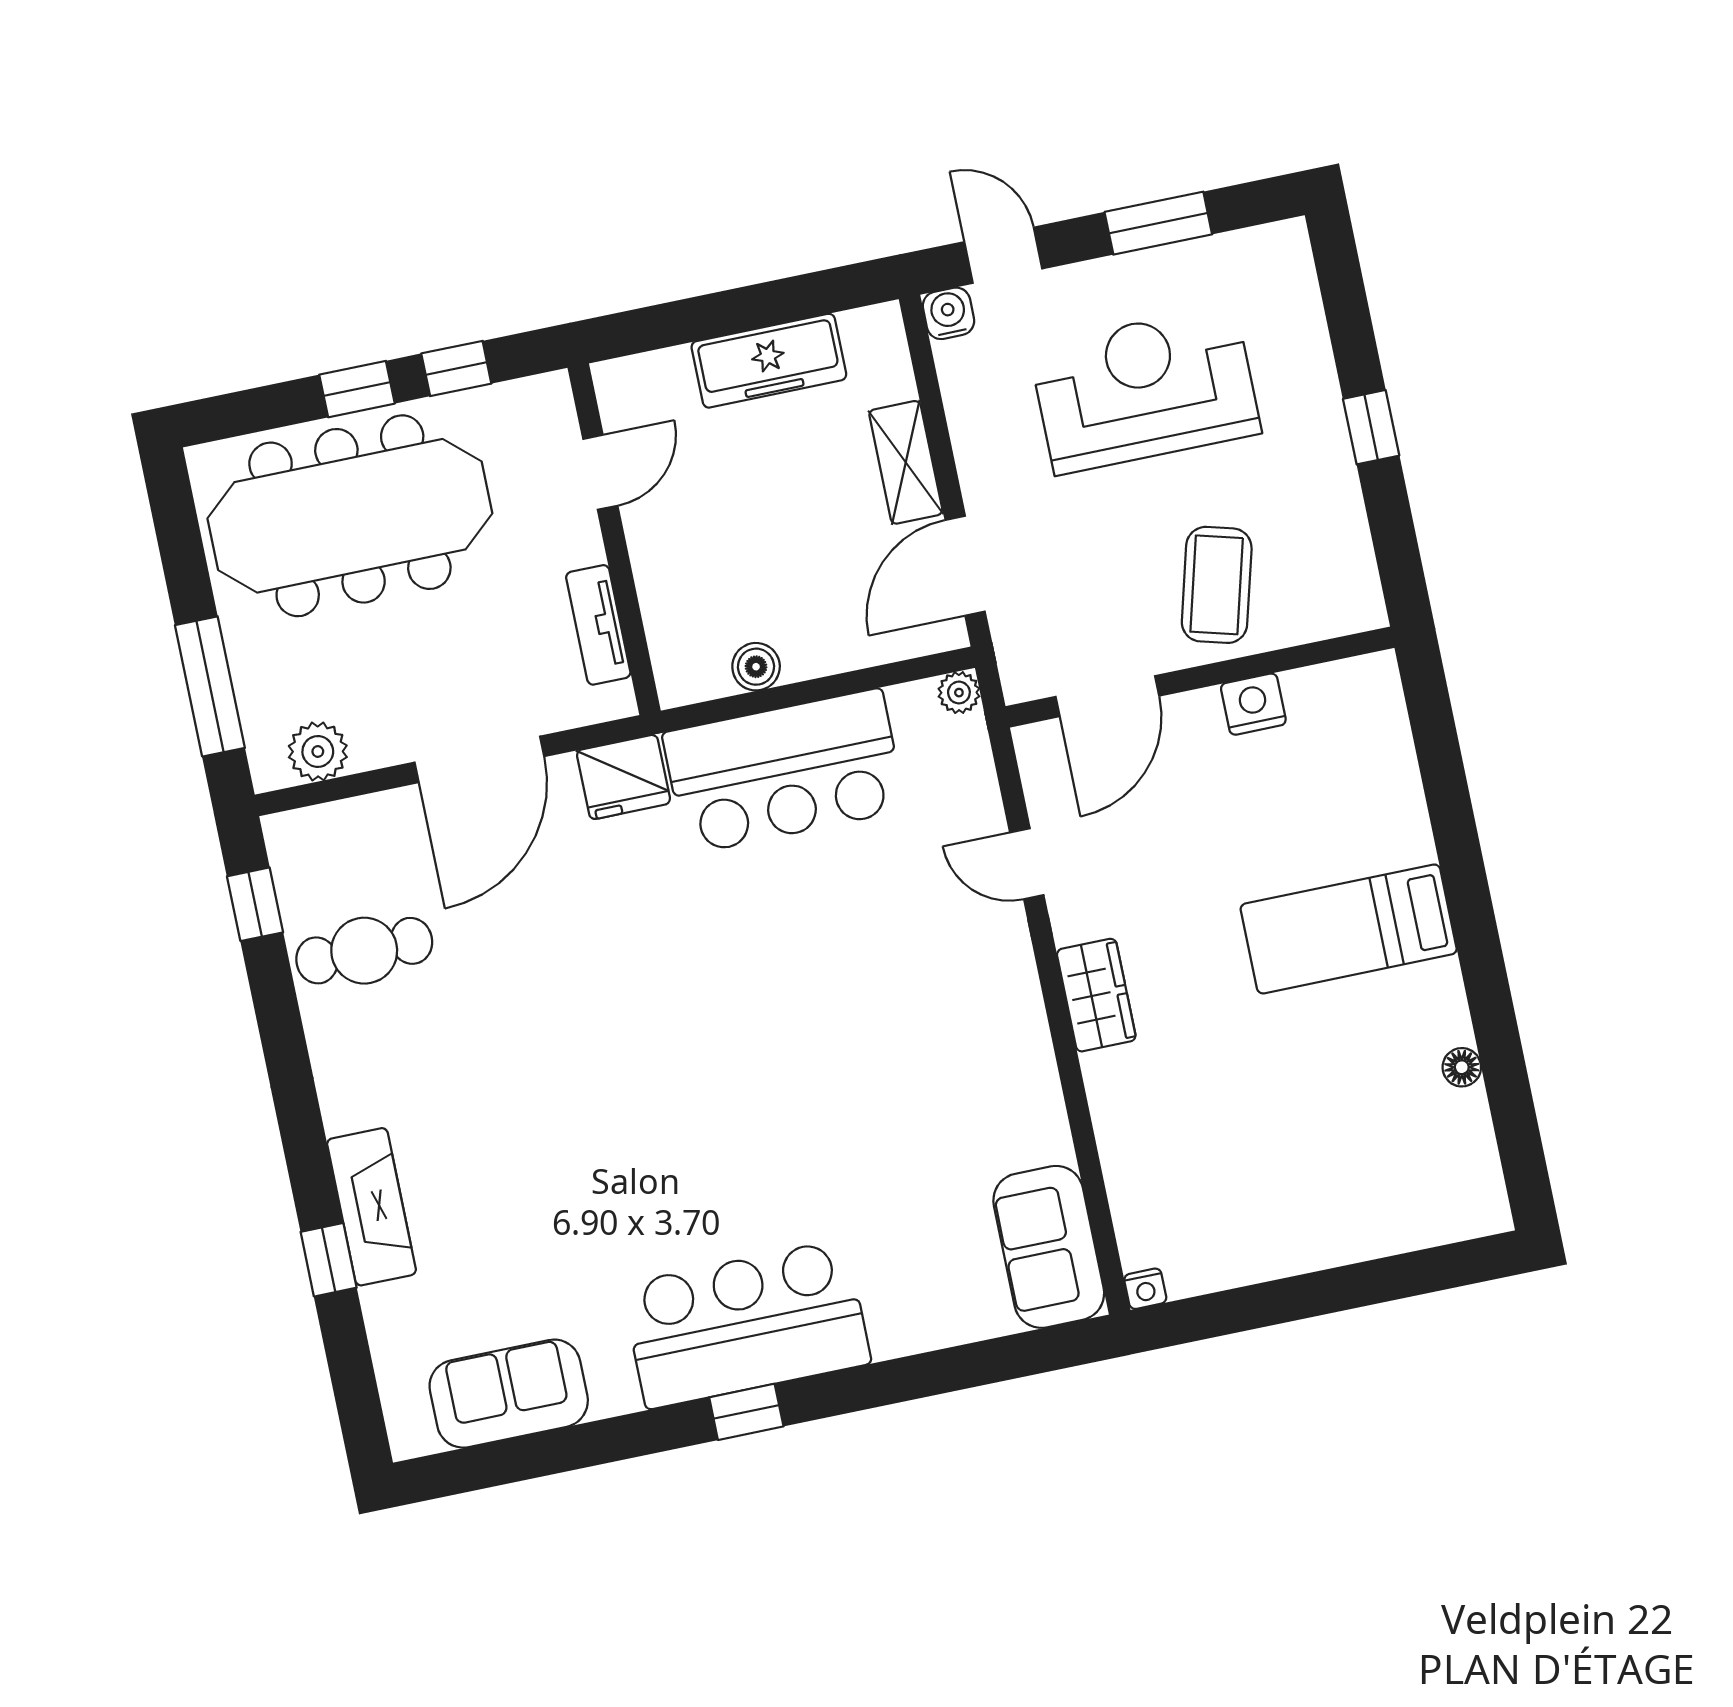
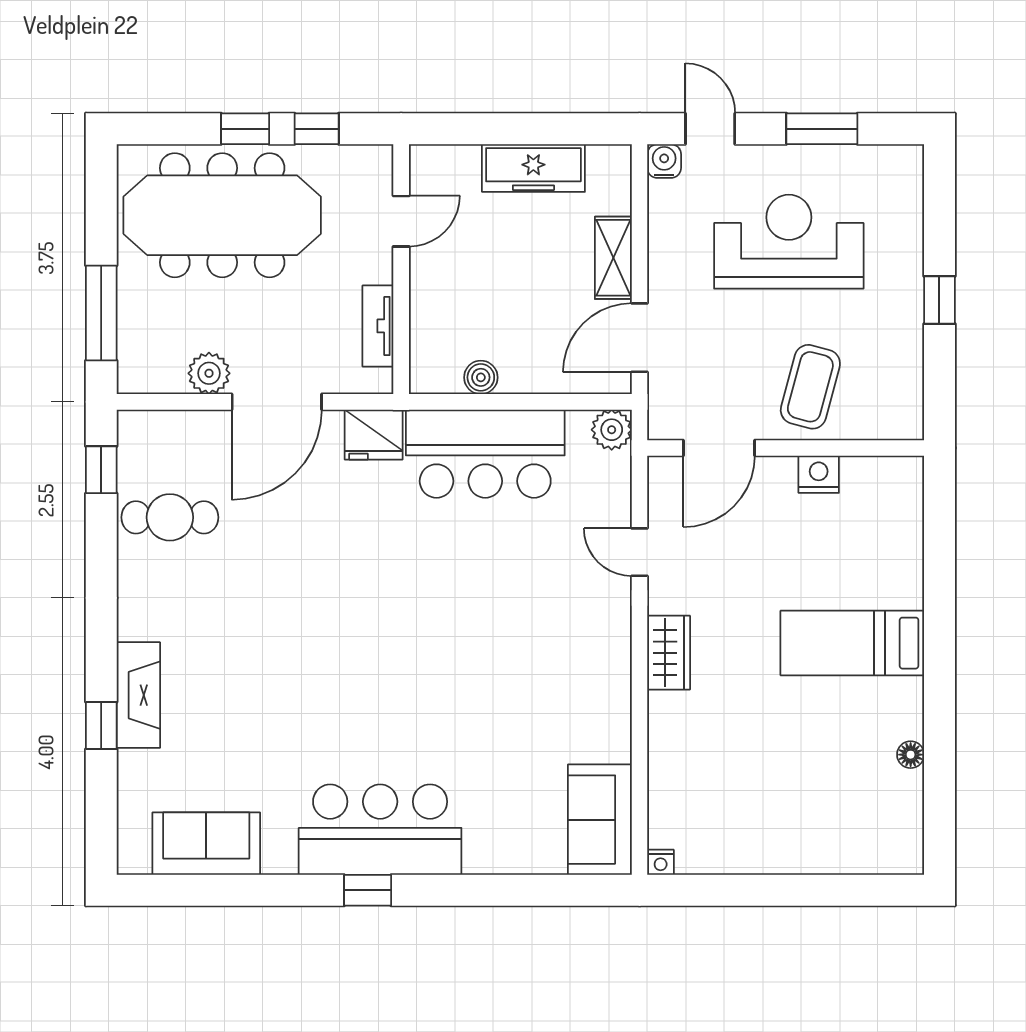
plant: (959, 693) -> (612, 430), width x1.38, depth x1.38
plant: (318, 751) -> (209, 373), moved

